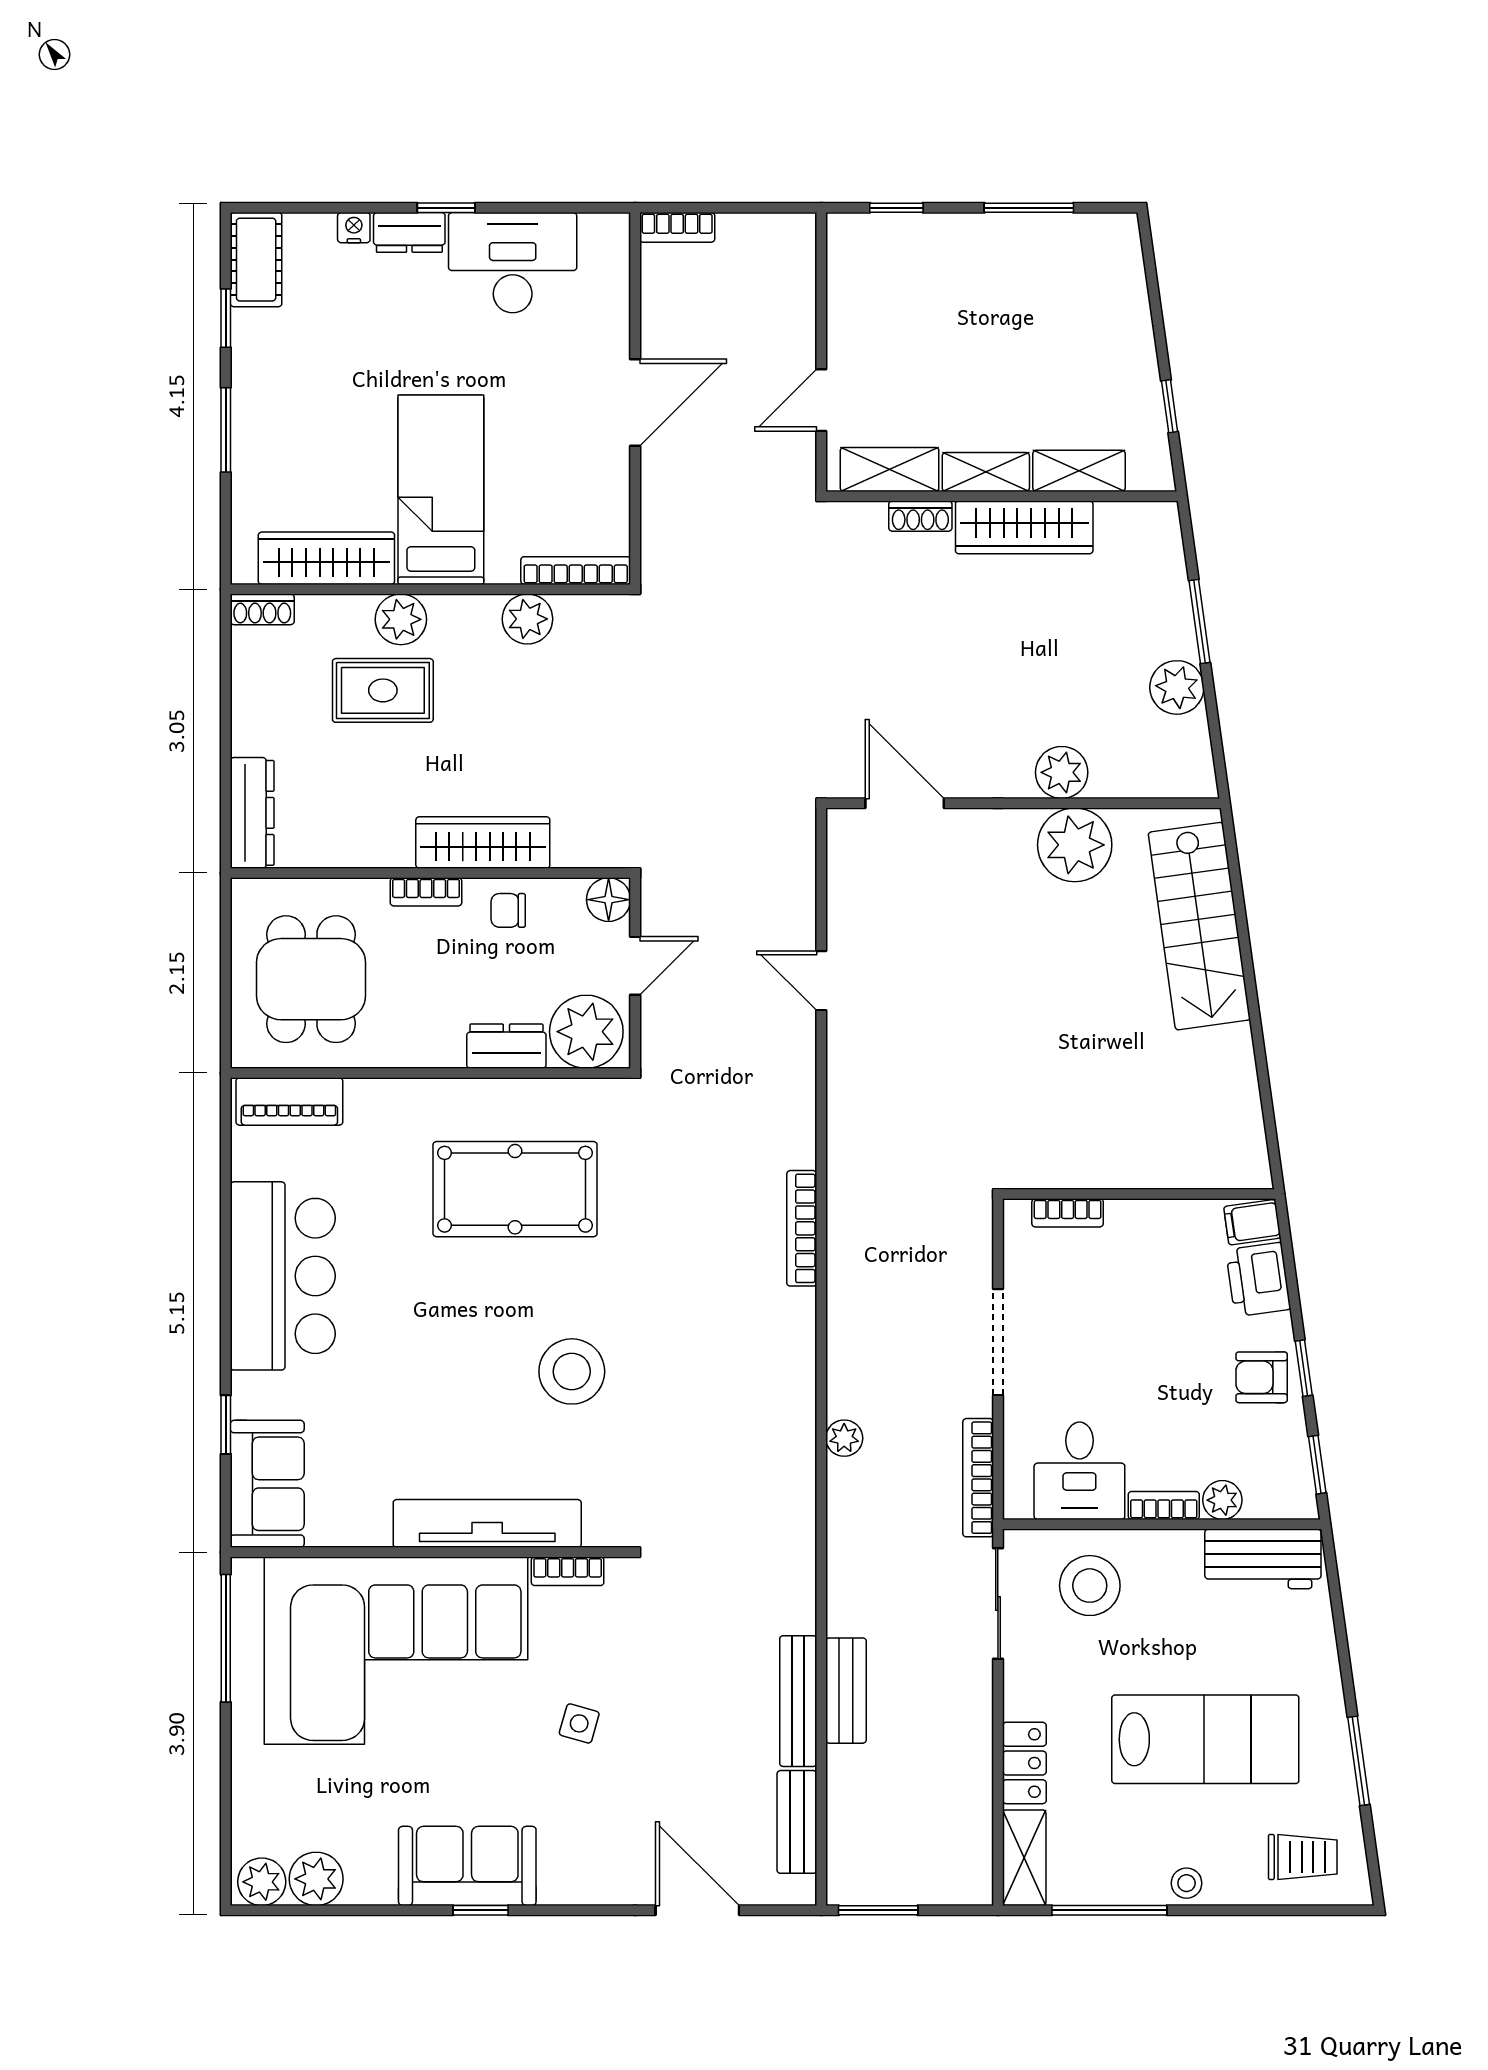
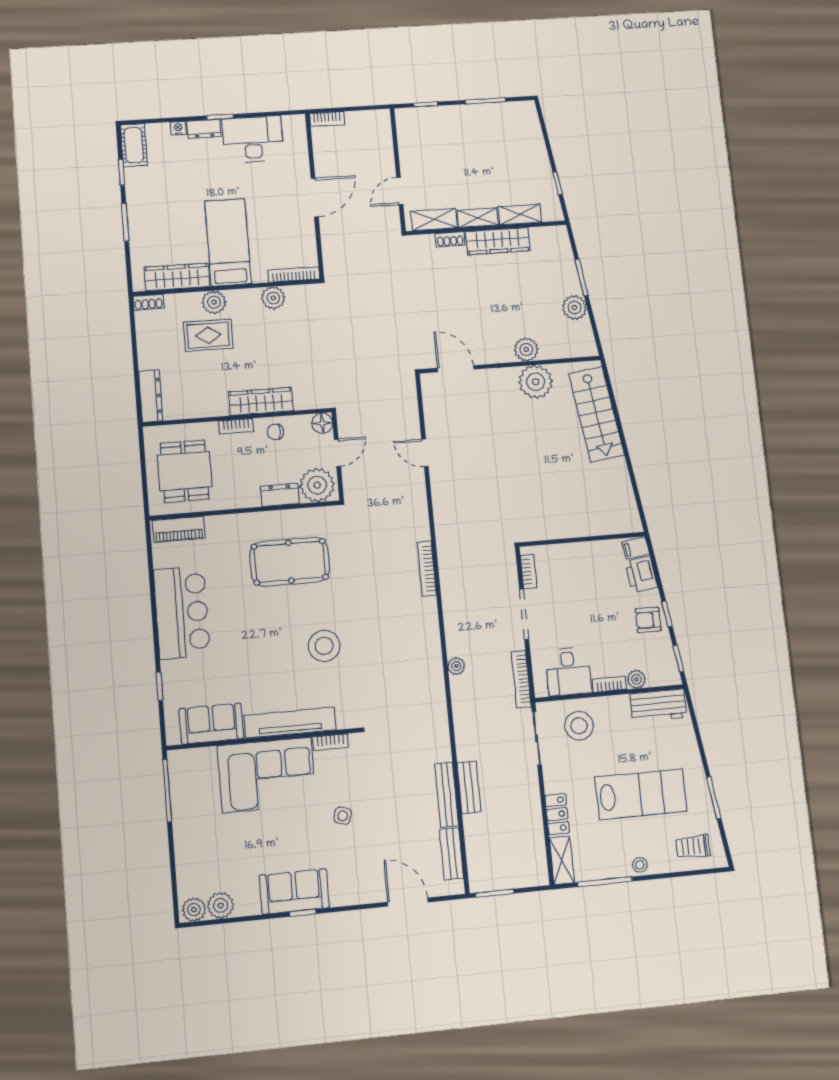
bookcase: (1068, 1213) -> (528, 571), moved, turned -90
sofa: (267, 1484) -> (211, 724), moved, turned -90
corner sofa: (396, 1651) -> (267, 775), width x0.73, depth x0.74
trolley: (1303, 1857) -> (693, 847), turned 180

